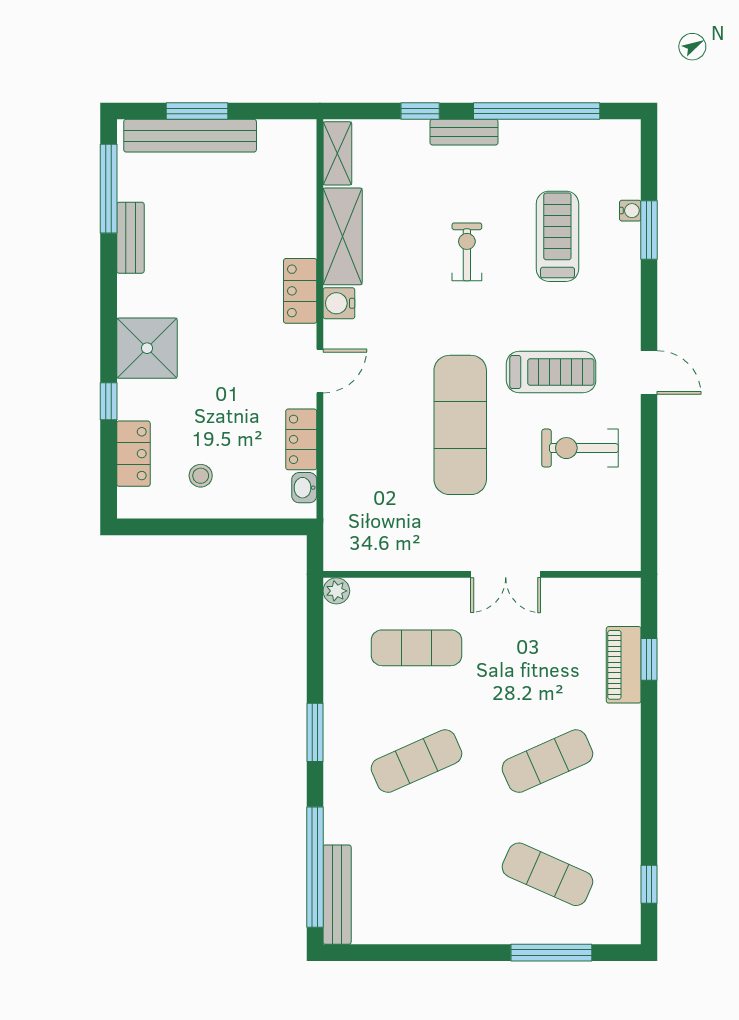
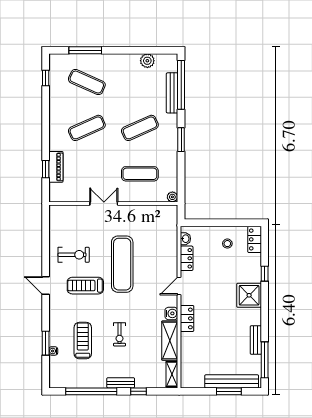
treadmill: (557, 236) -> (83, 341), turned 180
locker: (133, 454) -> (255, 239), moved
bench: (337, 895) -> (172, 93), moved
plant: (398, 927) -> (147, 61), added

